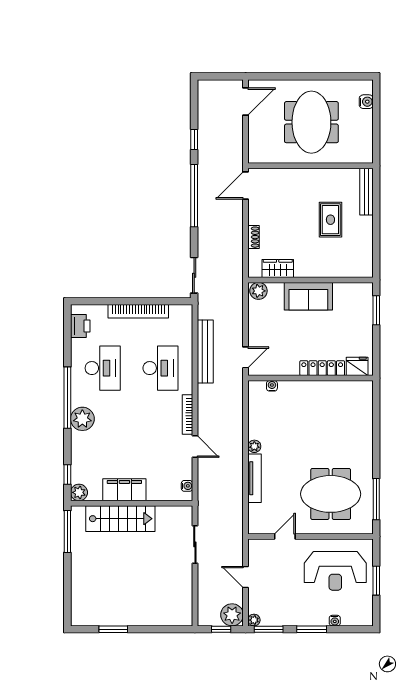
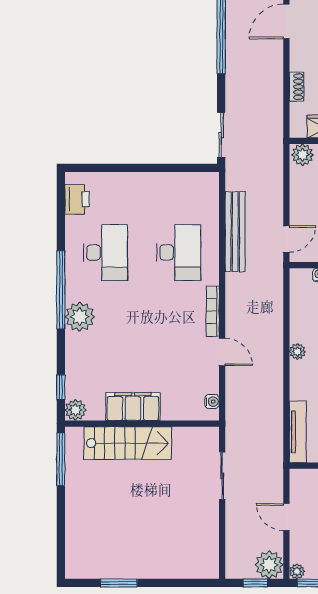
bookcase: (138, 311) -> (150, 181), removed
tv unit: (255, 478) -> (298, 432), moved

